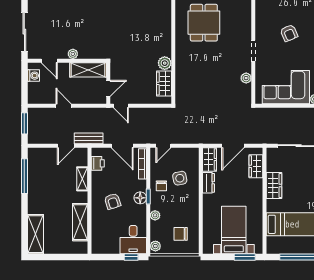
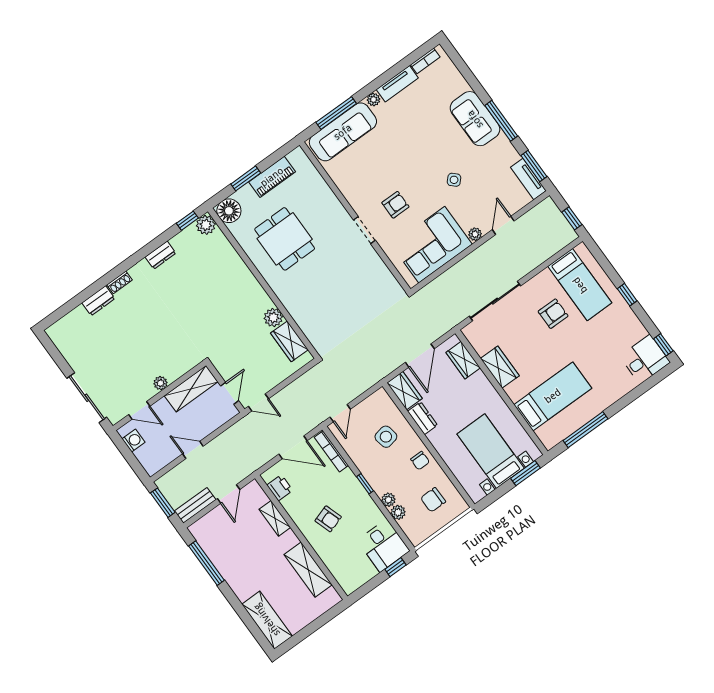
armchair: (289, 33) -> (395, 205), moved, turned -67
plant: (246, 78) -> (379, 267), removed
bench: (89, 138) -> (195, 505), moved
chair: (161, 186) -> (420, 461), moved
floor lamp: (140, 198) -> (357, 492), removed
plant: (155, 246) -> (398, 512), moved

